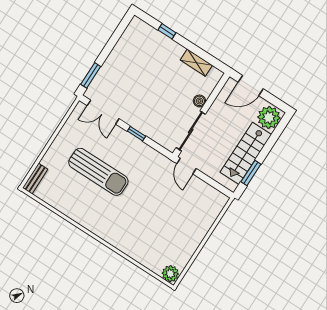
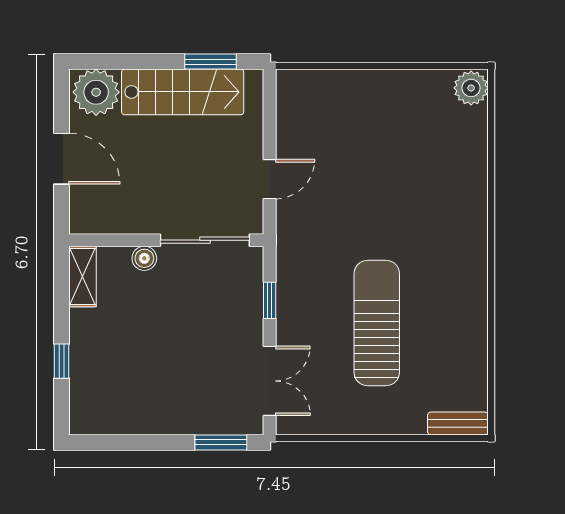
boiler: (199, 101) -> (144, 258), moved
wall: (201, 115) -> (166, 240), moved
sliding door: (191, 131) -> (205, 240), moved

